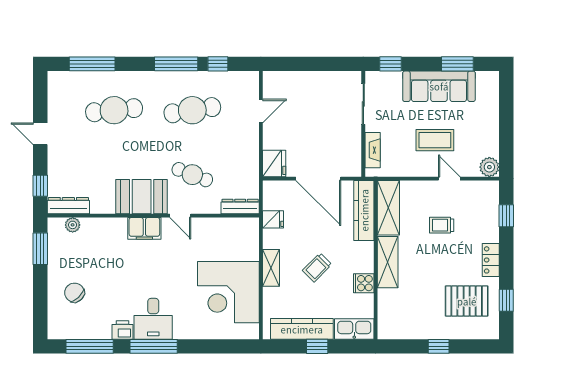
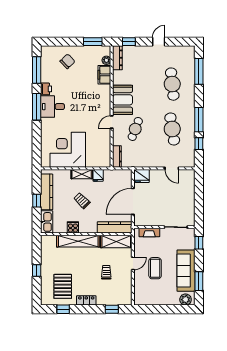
plant: (489, 167) -> (186, 300), moved
door: (449, 179) -> (133, 263), moved
fridge: (273, 219) -> (98, 175), moved
filing cabinet: (144, 228) -> (104, 75), moved
shelving: (388, 262) -> (78, 241), width x1.47

